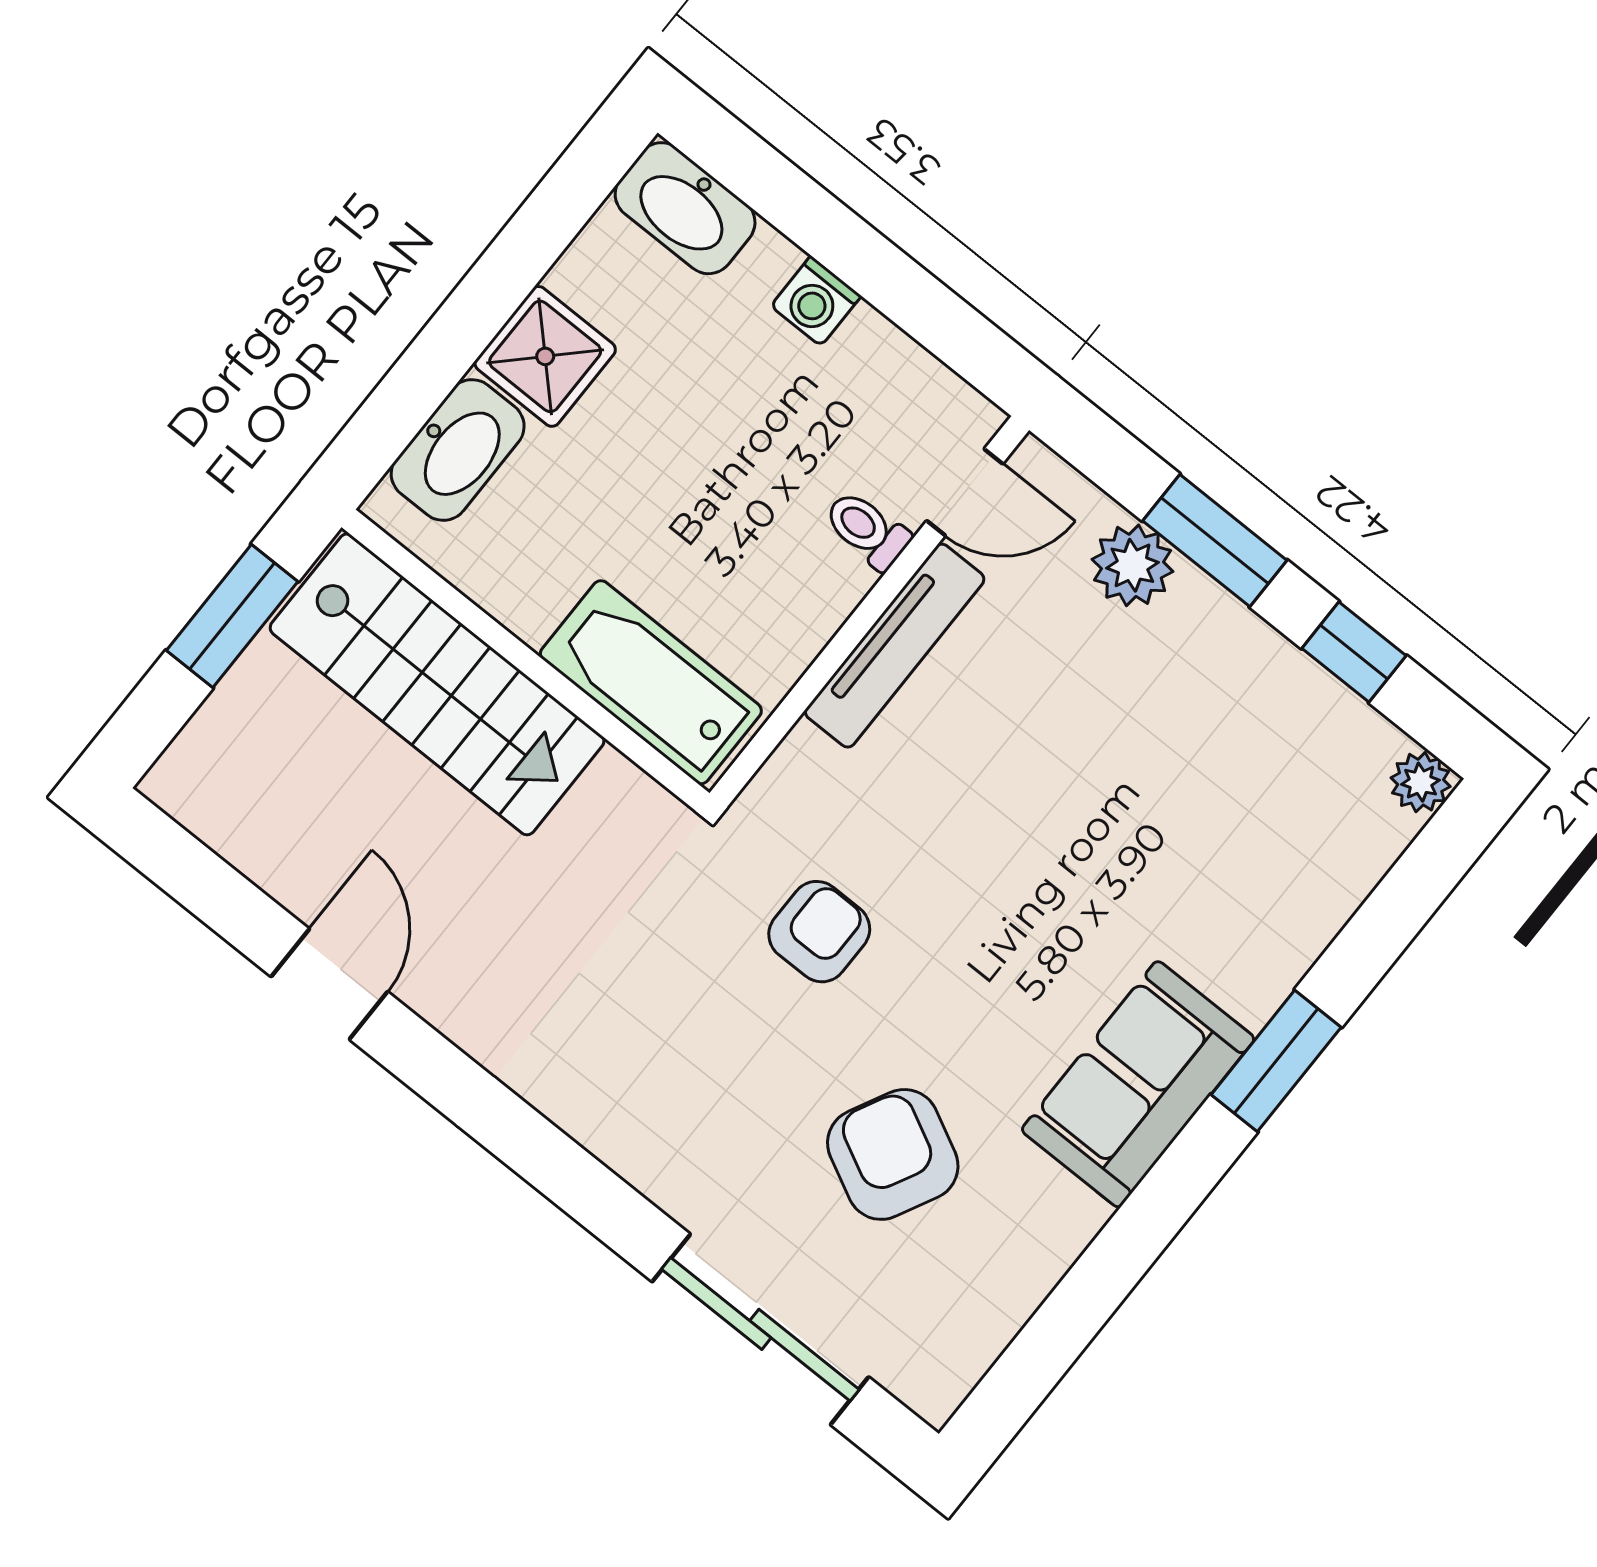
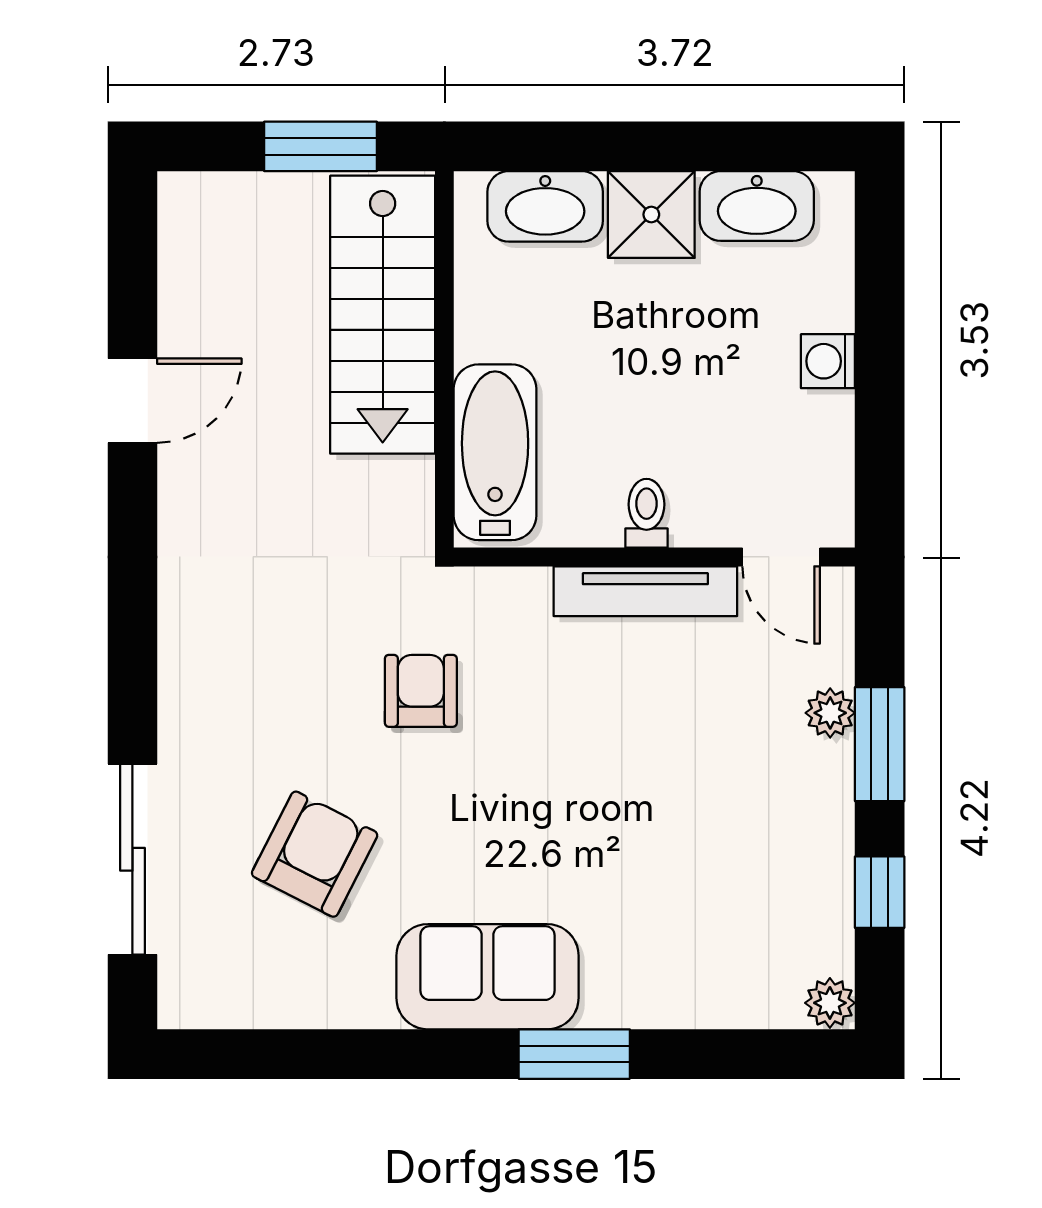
washbasin: (685, 208) -> (757, 206), moved, turned -90
toilet: (867, 530) -> (646, 513), moved
plant: (1132, 565) -> (830, 713), width x0.73, depth x0.73
armchair: (819, 932) -> (421, 691), turned -90

